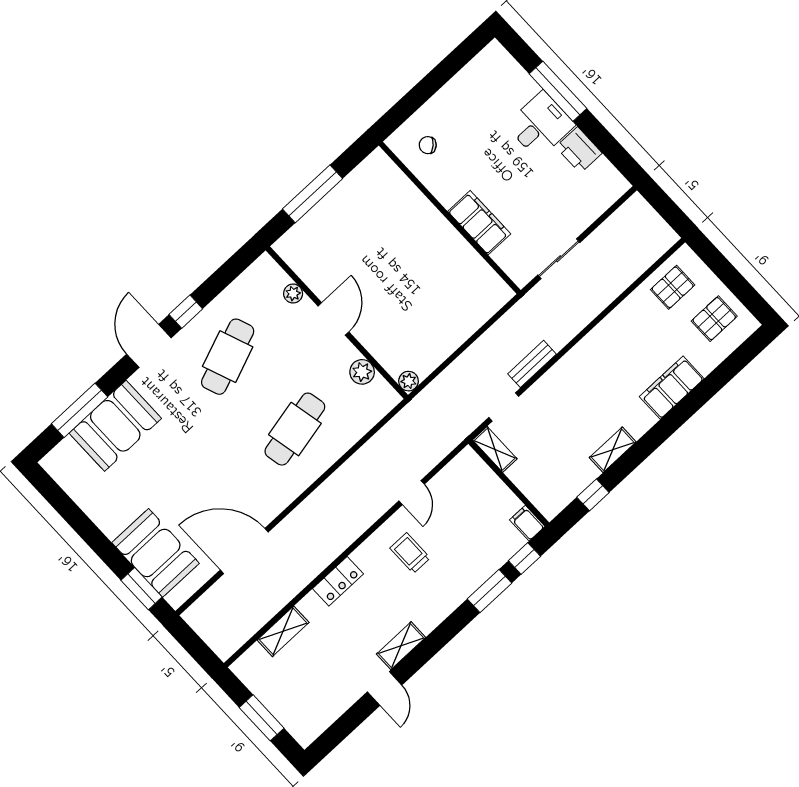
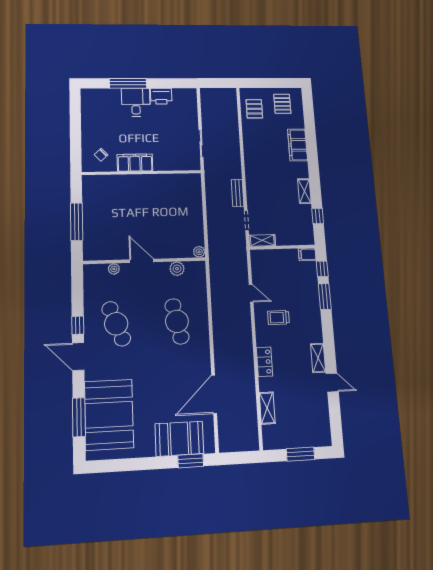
filing cabinet: (479, 223) -> (135, 163), moved
booth: (115, 426) -> (109, 415), width x1.36, depth x1.42

